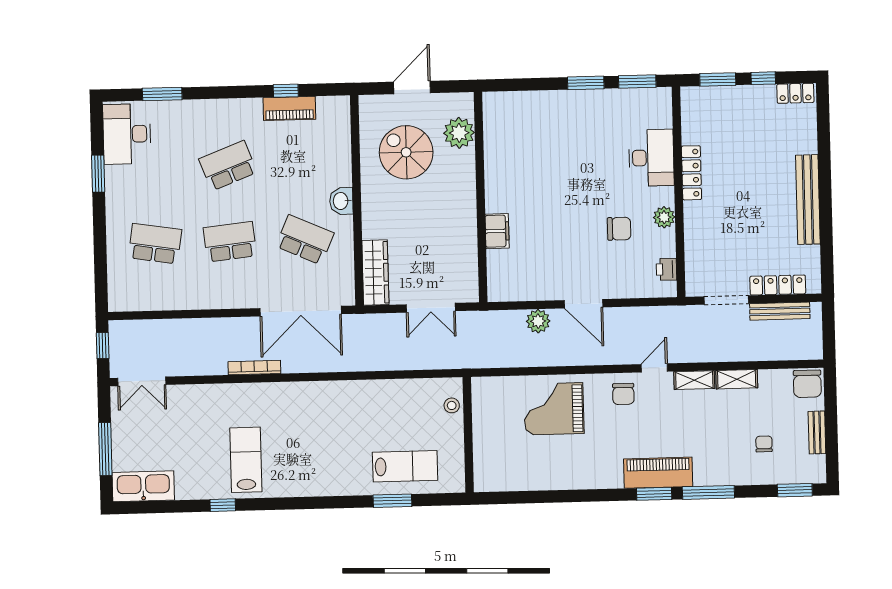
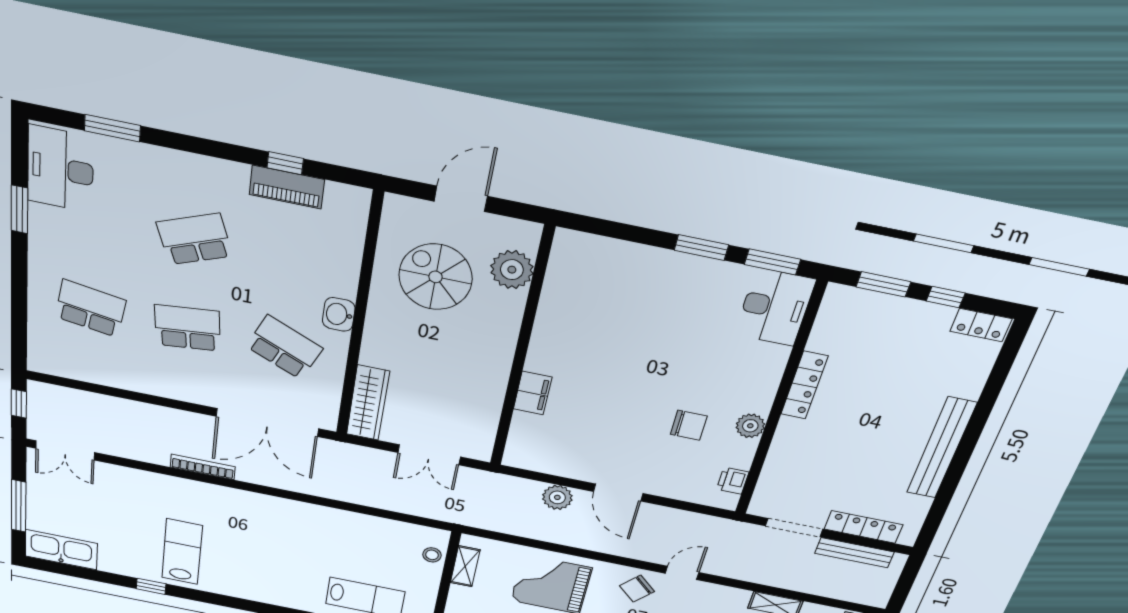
desk: (651, 158) -> (775, 307), moved
shelving: (694, 380) -> (465, 566), moved, turned 90
chair: (623, 394) -> (637, 589), turned 43

